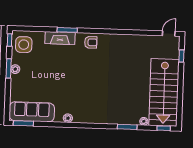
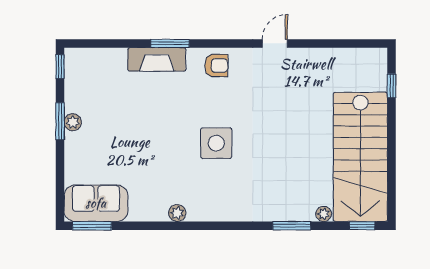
door: (169, 34) -> (275, 43), moved
side table: (24, 45) -> (216, 143), moved
sofa: (32, 112) -> (96, 203), width x0.73

